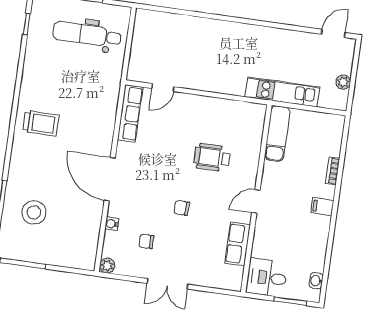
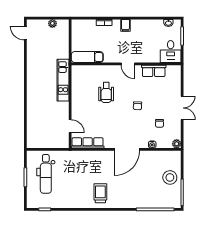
kitchen unit: (282, 92) -> (63, 80), moved
stool: (34, 212) -> (170, 177), moved

